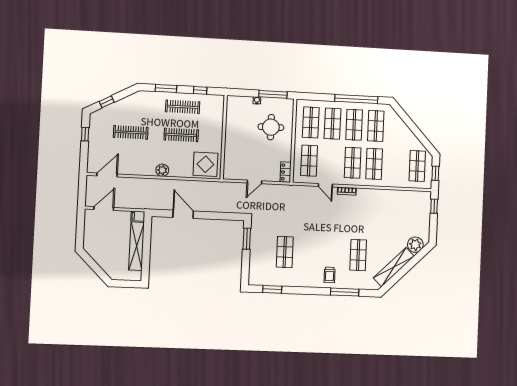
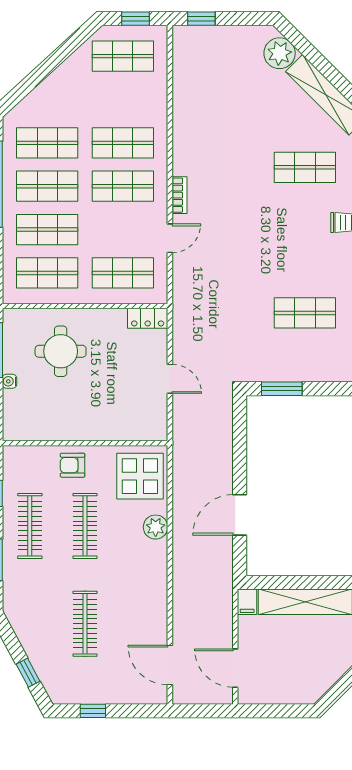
armchair: (213, 130) -> (73, 465), added
plant: (162, 170) -> (156, 527), moved

